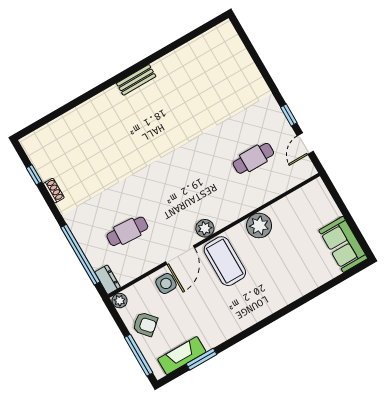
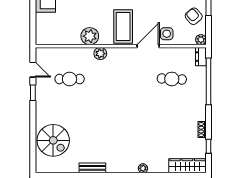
spiral stairs: (230, 71) -> (53, 140), added
bench: (136, 80) -> (92, 168), moved
plant: (99, 101) -> (143, 168), added
wardrobe: (46, 136) -> (187, 166), added
door: (305, 144) -> (33, 70), hinge flipped
plant: (205, 228) -> (100, 54), moved

